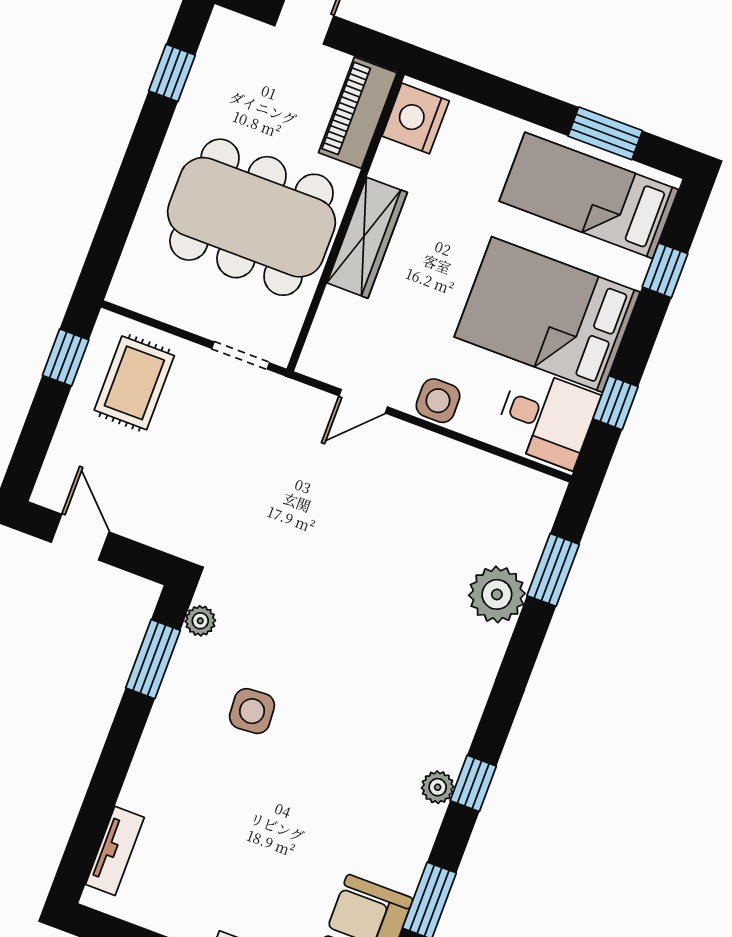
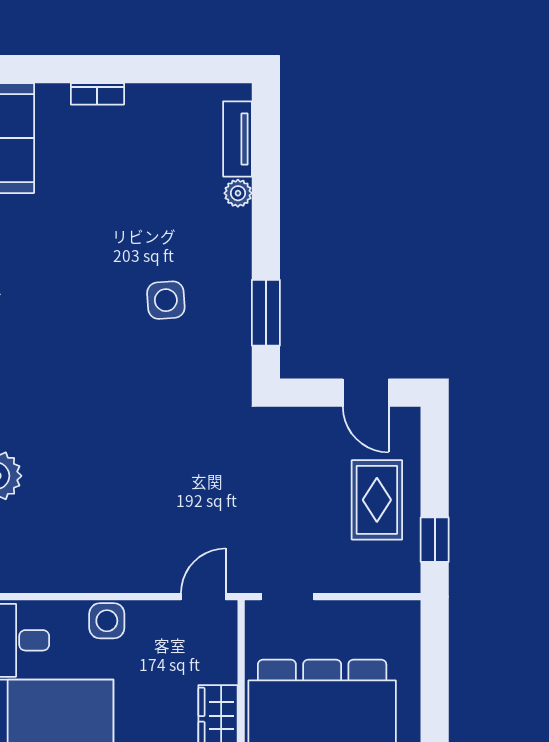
rug: (134, 383) -> (377, 500), moved
door: (363, 401) -> (203, 597), moved
plant: (200, 621) -> (238, 193), moved

